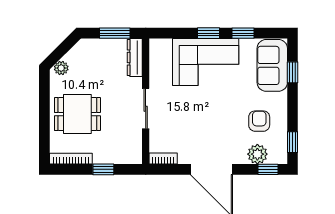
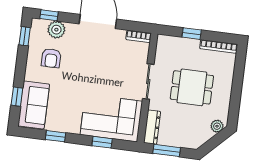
window: (208, 33) -> (102, 142), moved
corner sofa: (206, 62) -> (111, 118), moved
dining table: (77, 114) -> (192, 87), moved

